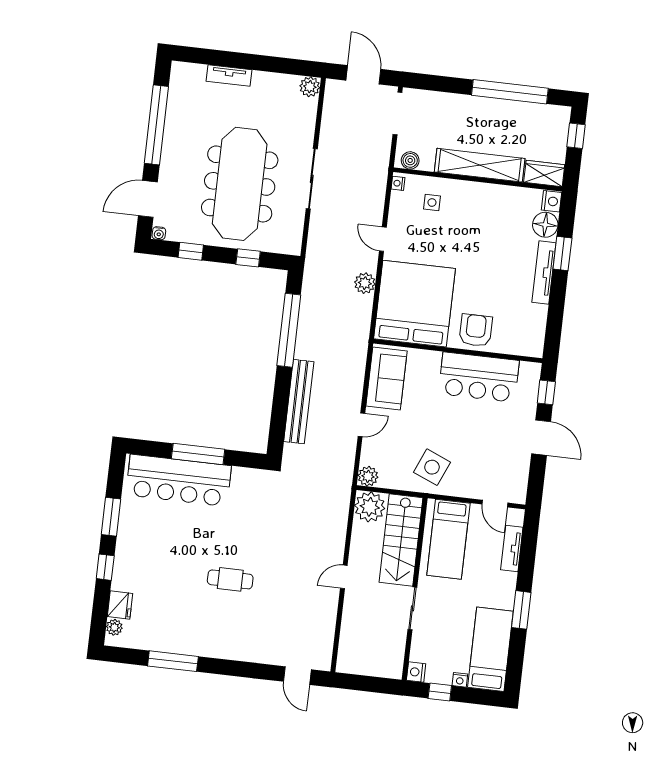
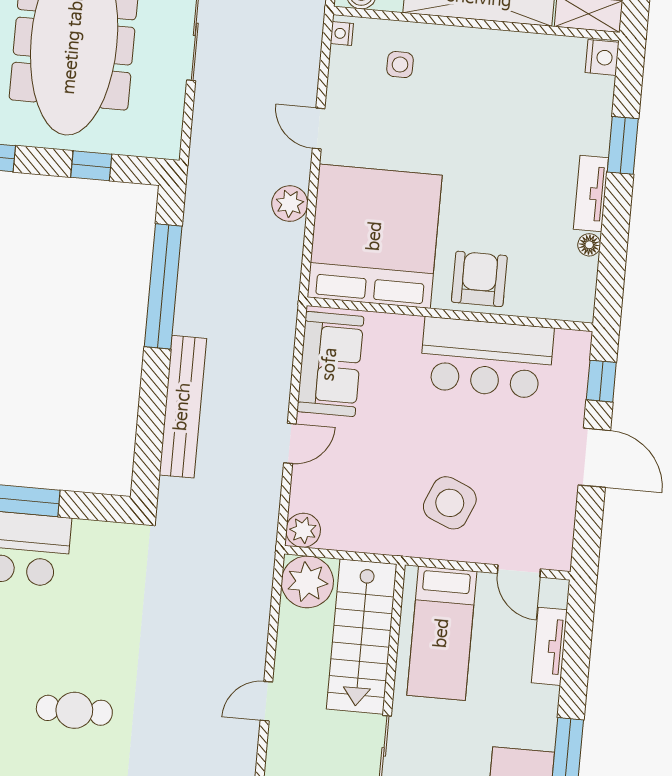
floor lamp: (545, 225) -> (589, 245), moved, width x0.53, depth x0.53
tv unit: (544, 273) -> (591, 193), width x0.71
side table: (432, 467) -> (450, 503), moved

